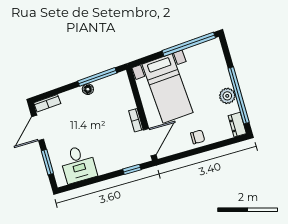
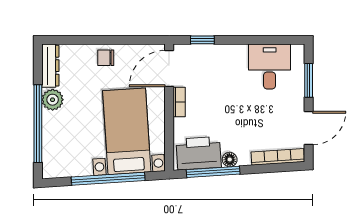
window: (189, 44) -> (108, 179), moved
printer: (111, 87) -> (199, 153), added
window: (239, 95) -> (38, 124), moved
bookcase: (47, 103) -> (278, 157), width x1.56
dresser: (237, 125) -> (50, 66), width x1.44

